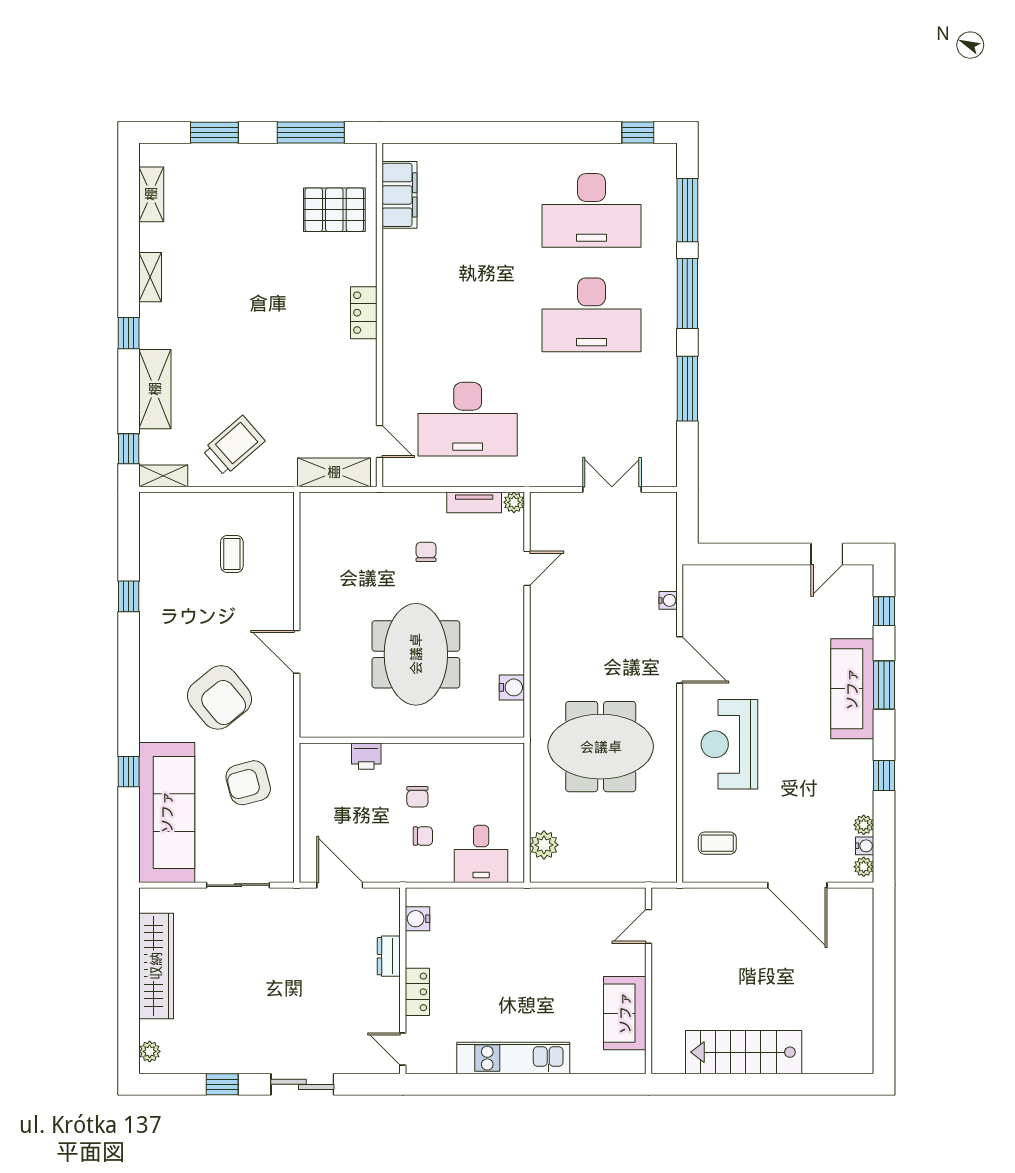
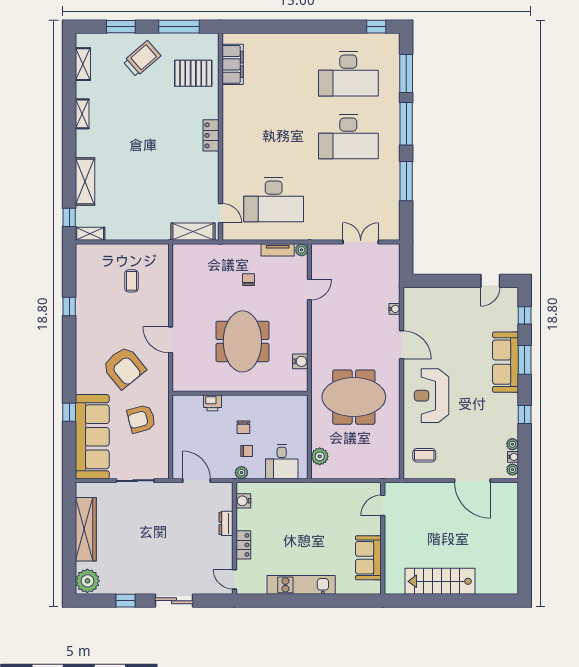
window: (129, 333) -> (69, 148), removed
trolley: (234, 446) -> (142, 59), moved
plant: (414, 872) -> (241, 473), added
plant: (150, 1051) -> (87, 581), width x1.87, depth x1.87

